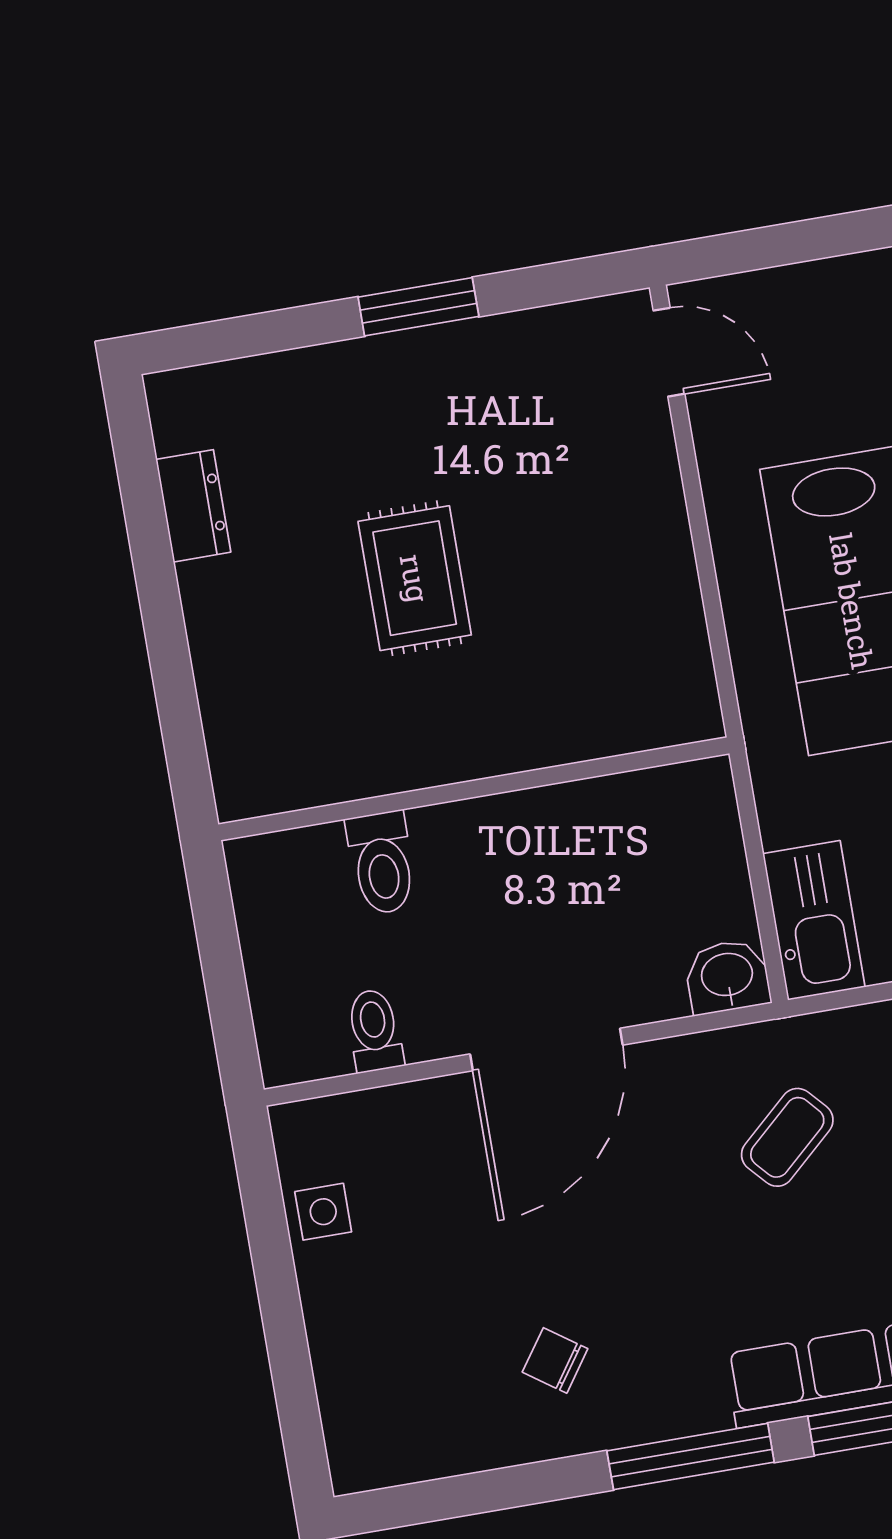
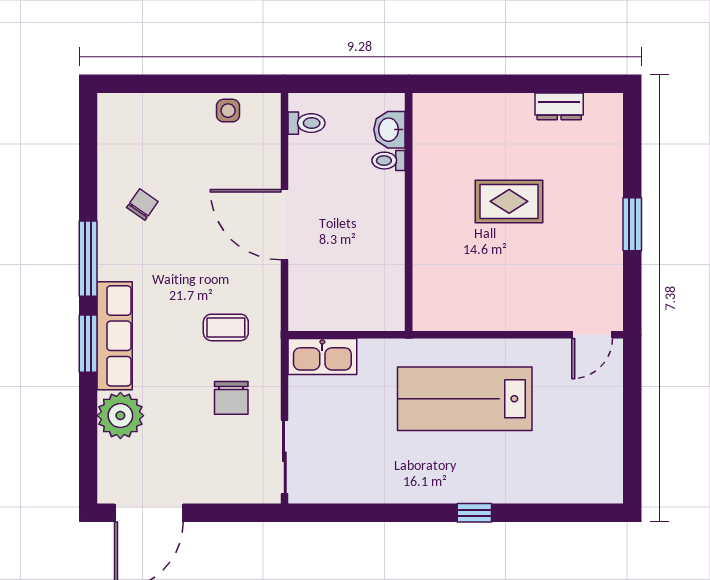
toilet: (382, 863) -> (389, 161), width x0.73, depth x0.72
washbasin: (727, 976) -> (389, 130), moved, turned 180
toilet: (374, 1031) -> (306, 123), moved
coffee table: (787, 1137) -> (226, 327), turned -48

